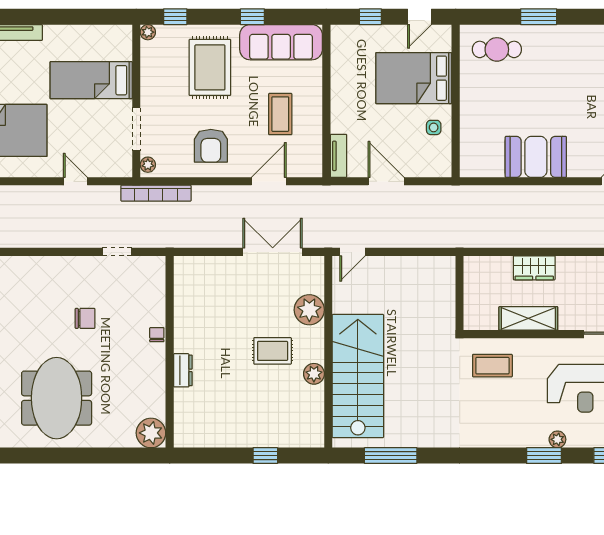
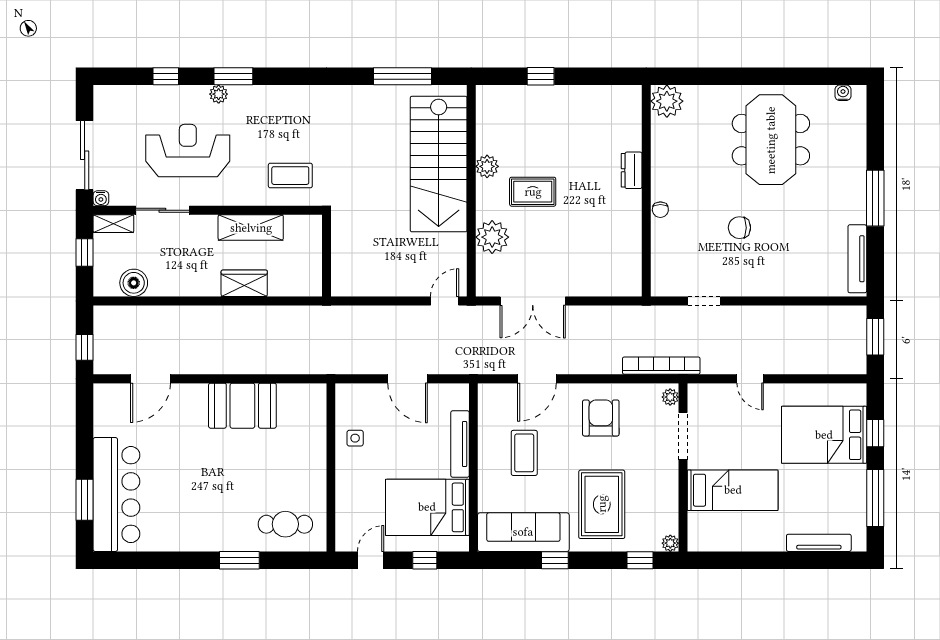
bed: (414, 78) -> (427, 507), moved, turned 180
tv unit: (338, 156) -> (460, 444), moved, width x1.41

